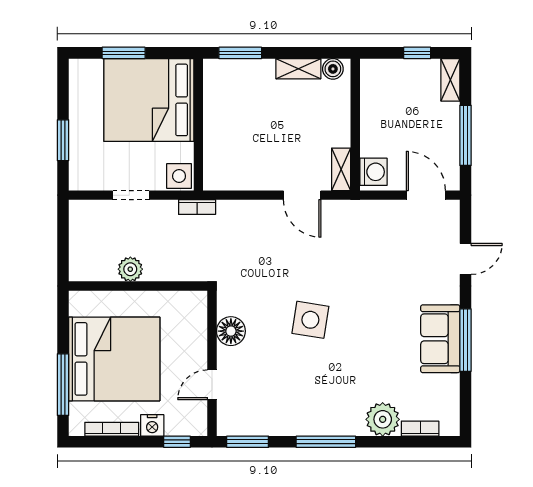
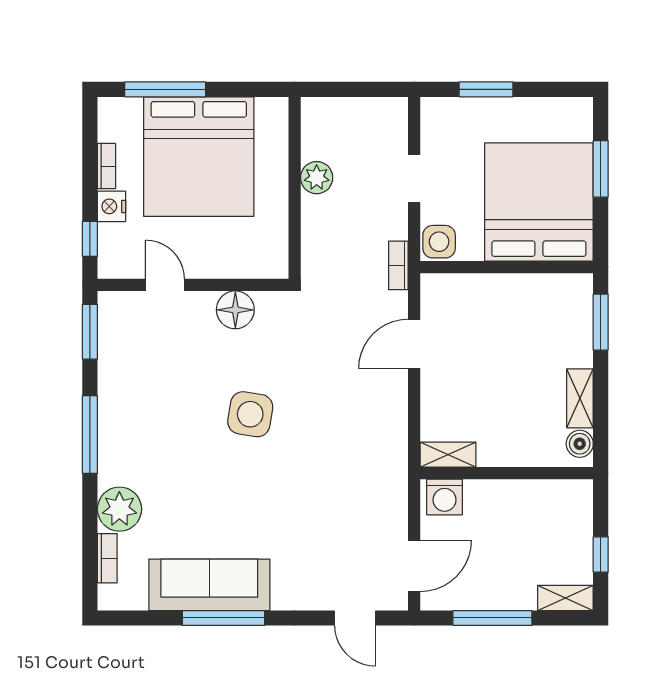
door: (302, 195) -> (414, 344), moved
door: (466, 259) -> (355, 618), moved
sofa: (440, 339) -> (209, 585), width x1.36
bookcase: (112, 429) -> (106, 166), width x0.64

